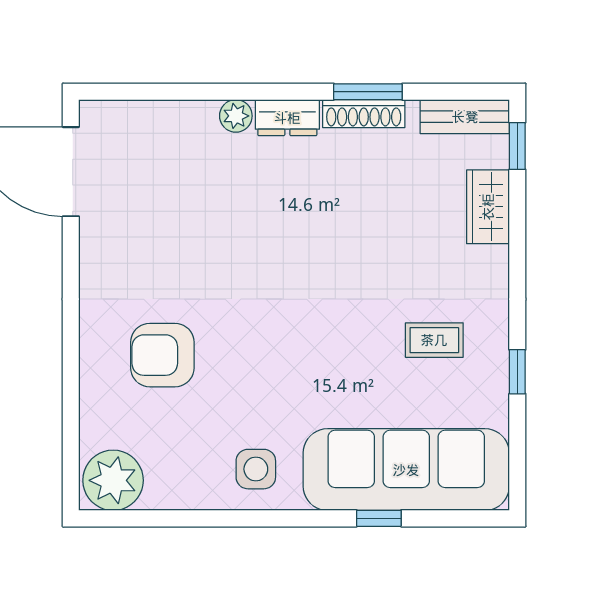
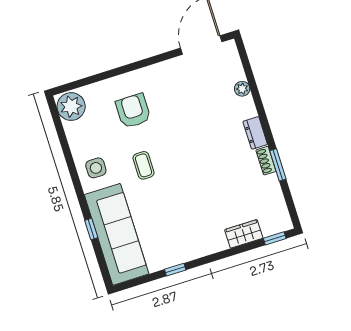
shoe rack: (364, 114) -> (266, 161), width x0.70
plant: (236, 116) -> (242, 89), moved
bench: (465, 117) -> (280, 211), removed
coffee table: (434, 340) -> (144, 165), moved

